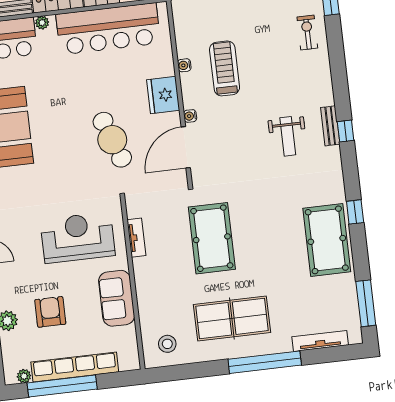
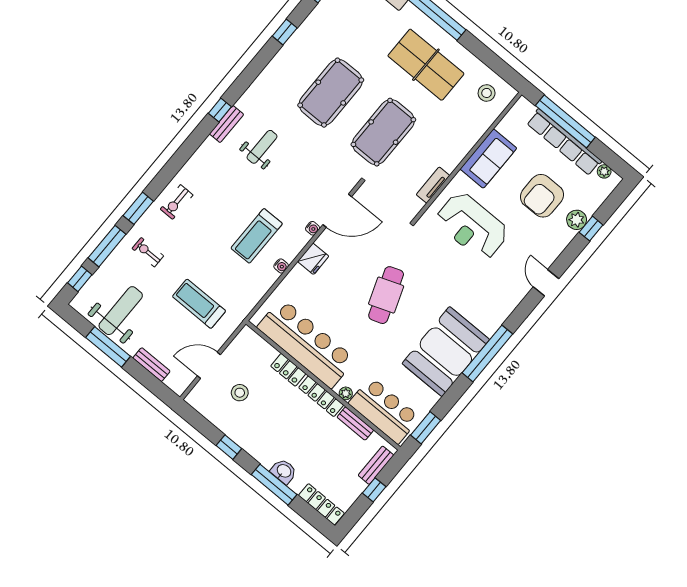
fridge: (163, 95) -> (313, 259), width x0.73, depth x0.75
cafe table: (112, 140) -> (386, 295), moved
window: (355, 212) -> (285, 32), moved
pool table: (327, 240) -> (331, 93), moved
armchair: (50, 312) -> (542, 196), width x1.36, depth x1.36
window: (62, 386) -> (565, 121), moved

